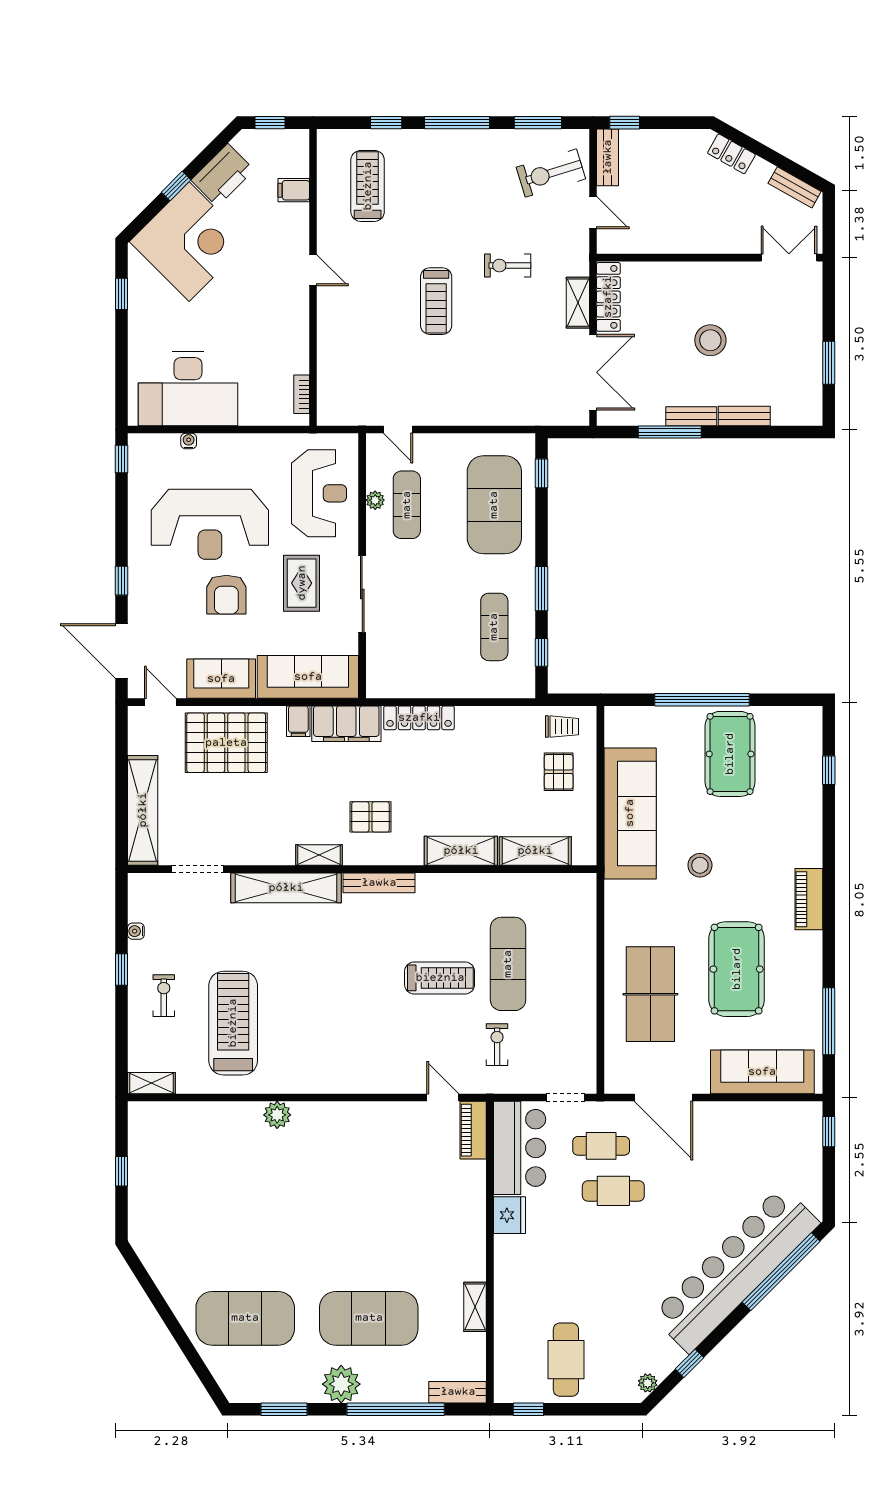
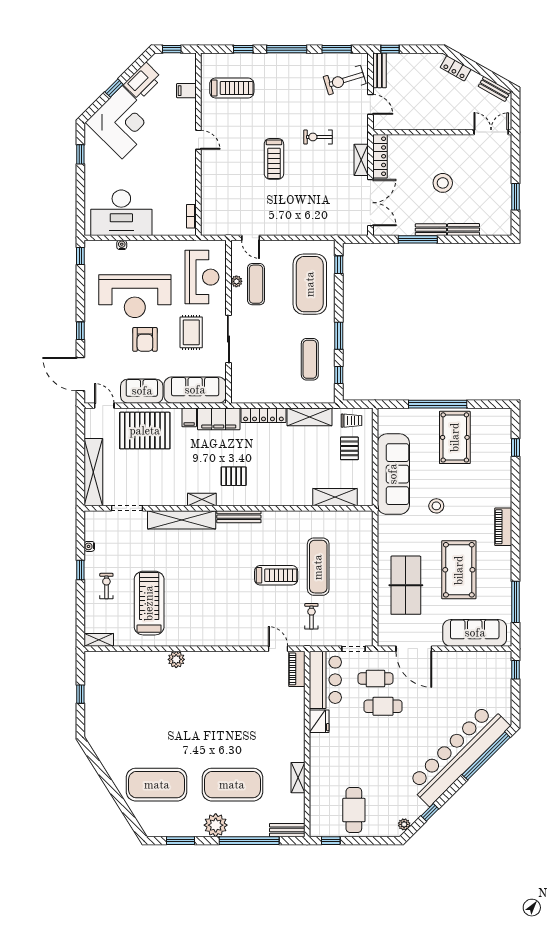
treadmill: (368, 186) -> (232, 88), turned 90
shelving: (461, 851) -> (309, 417), moved

